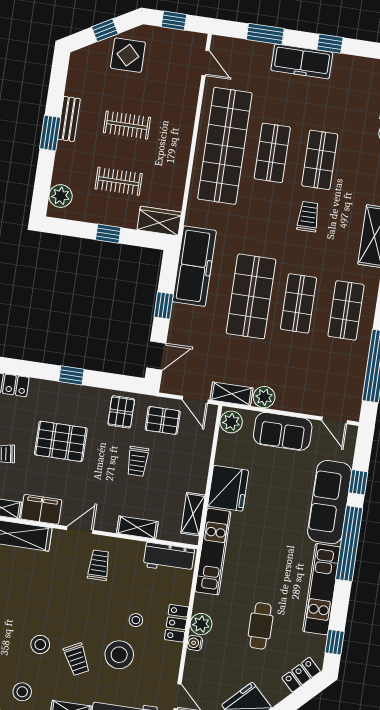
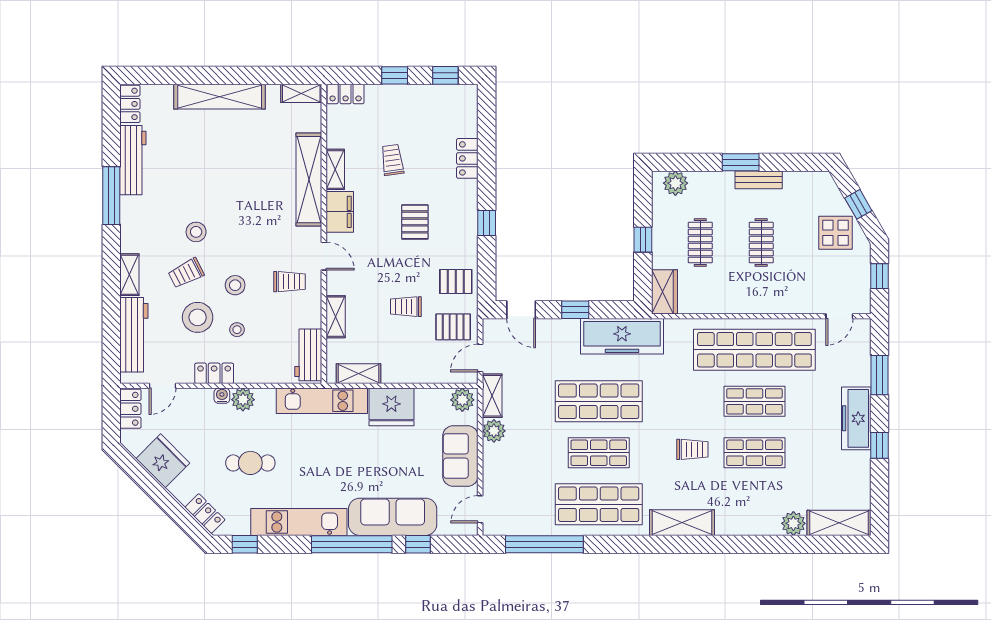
shop shelf: (346, 310) -> (599, 504), width x1.43, depth x1.36
pallet: (163, 420) -> (453, 327), turned 90
pallet: (61, 441) -> (415, 222), width x0.67, depth x0.71
locker: (176, 623) -> (214, 373), moved
stool: (22, 692) -> (235, 285), moved

